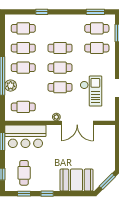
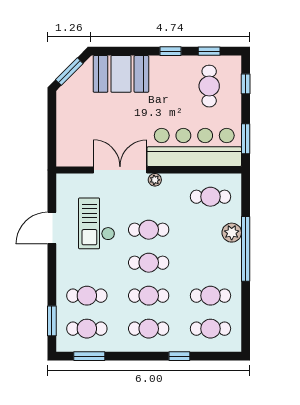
cafe table: (23, 68) -> (149, 329), moved
bar counter: (25, 136) -> (194, 147), width x1.36

